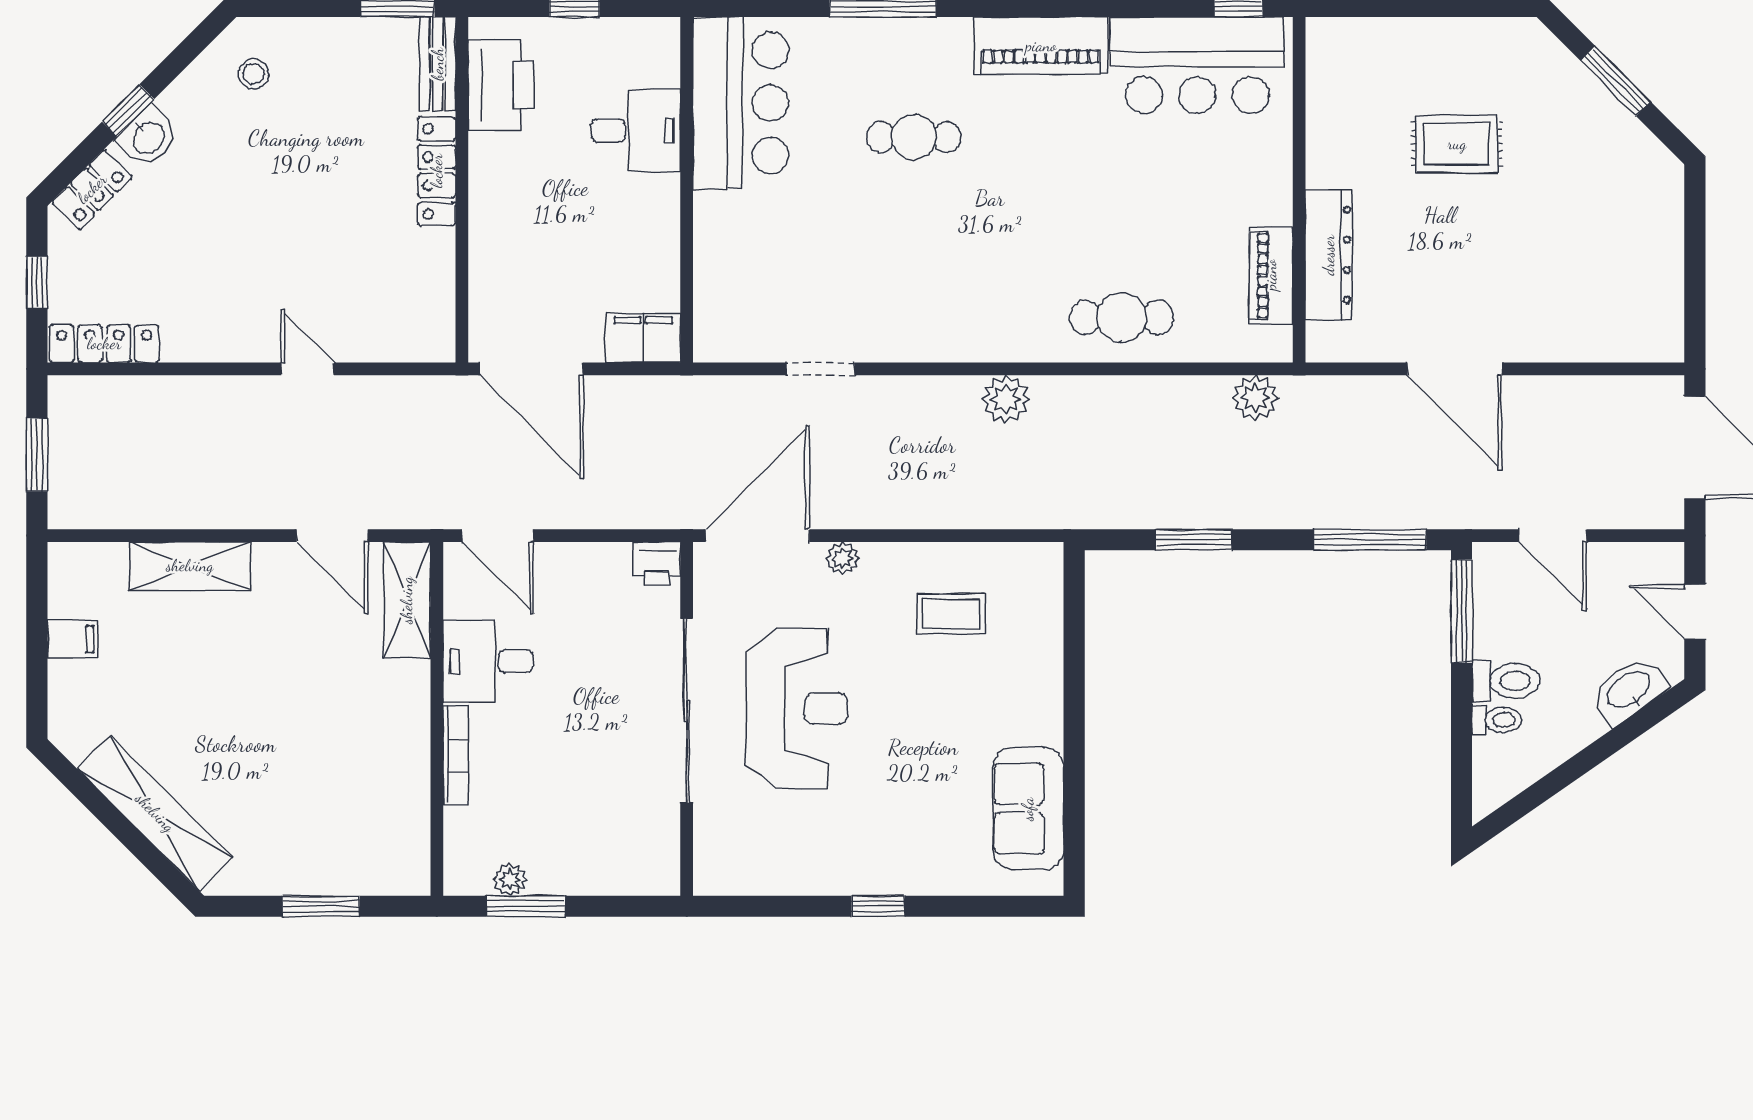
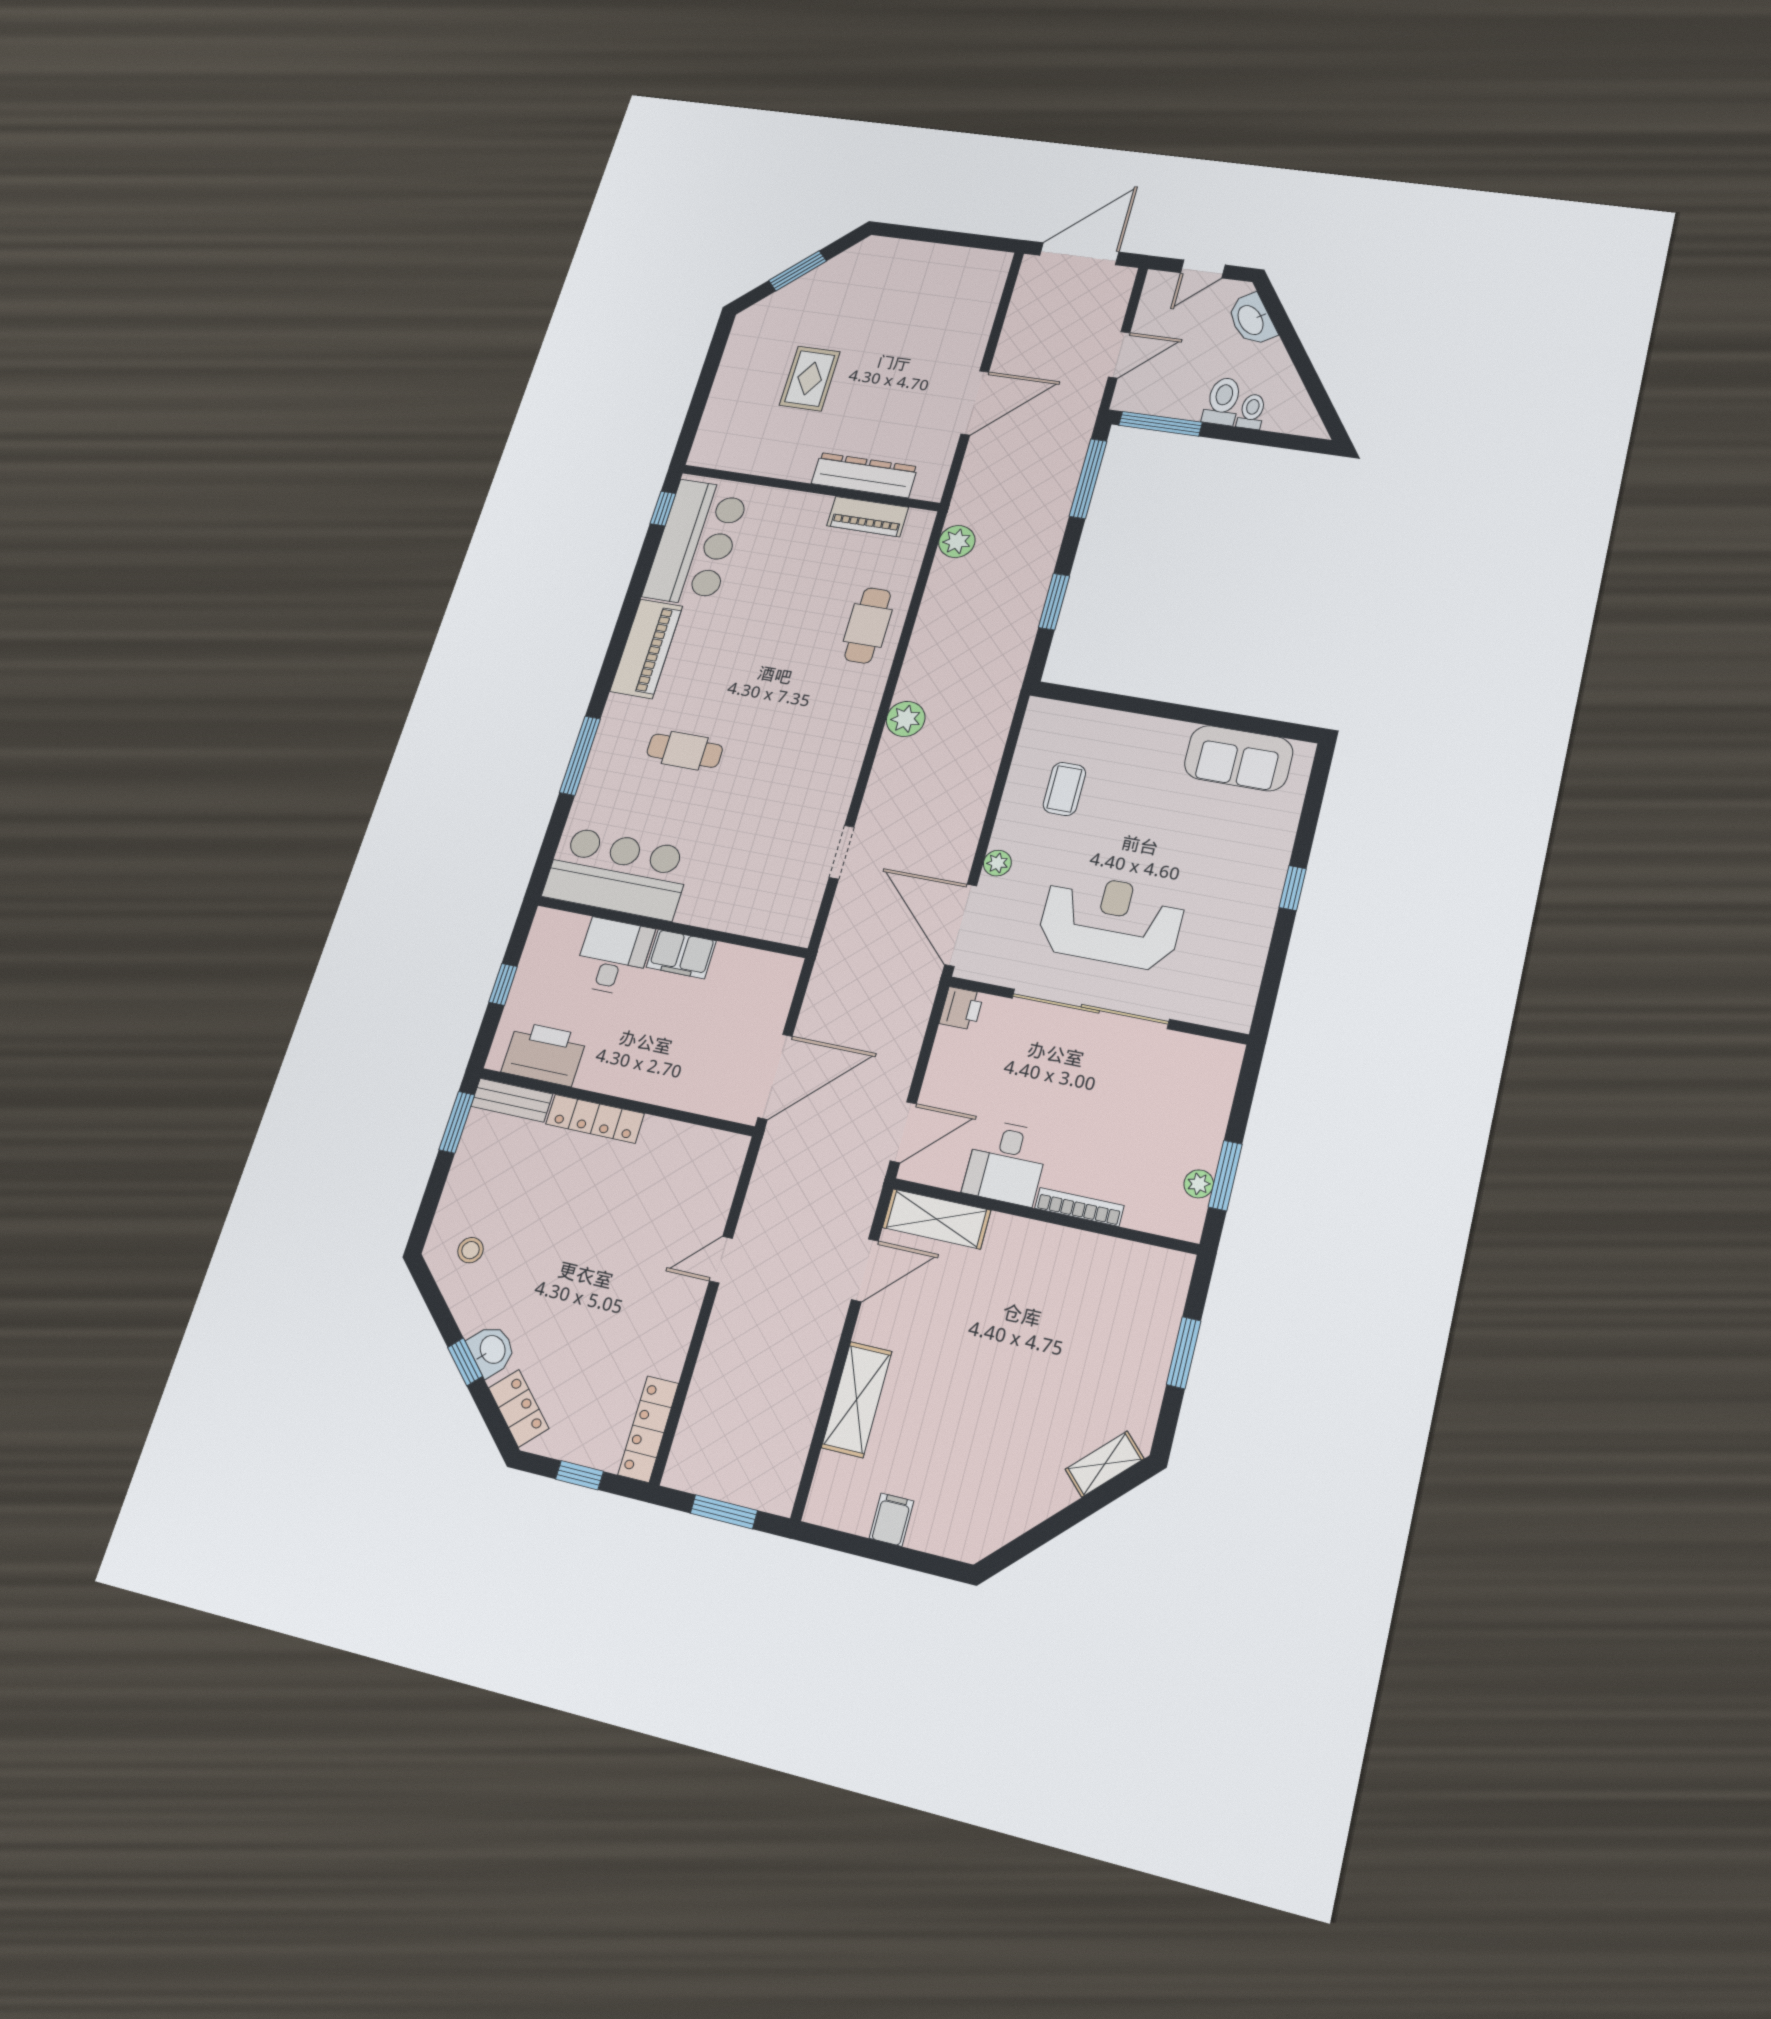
cafe table: (914, 137) -> (685, 751), turned 90
filing cabinet: (643, 338) -> (681, 954), moved, turned -90
shelving: (155, 813) -> (1105, 1464), width x0.45, depth x0.75

